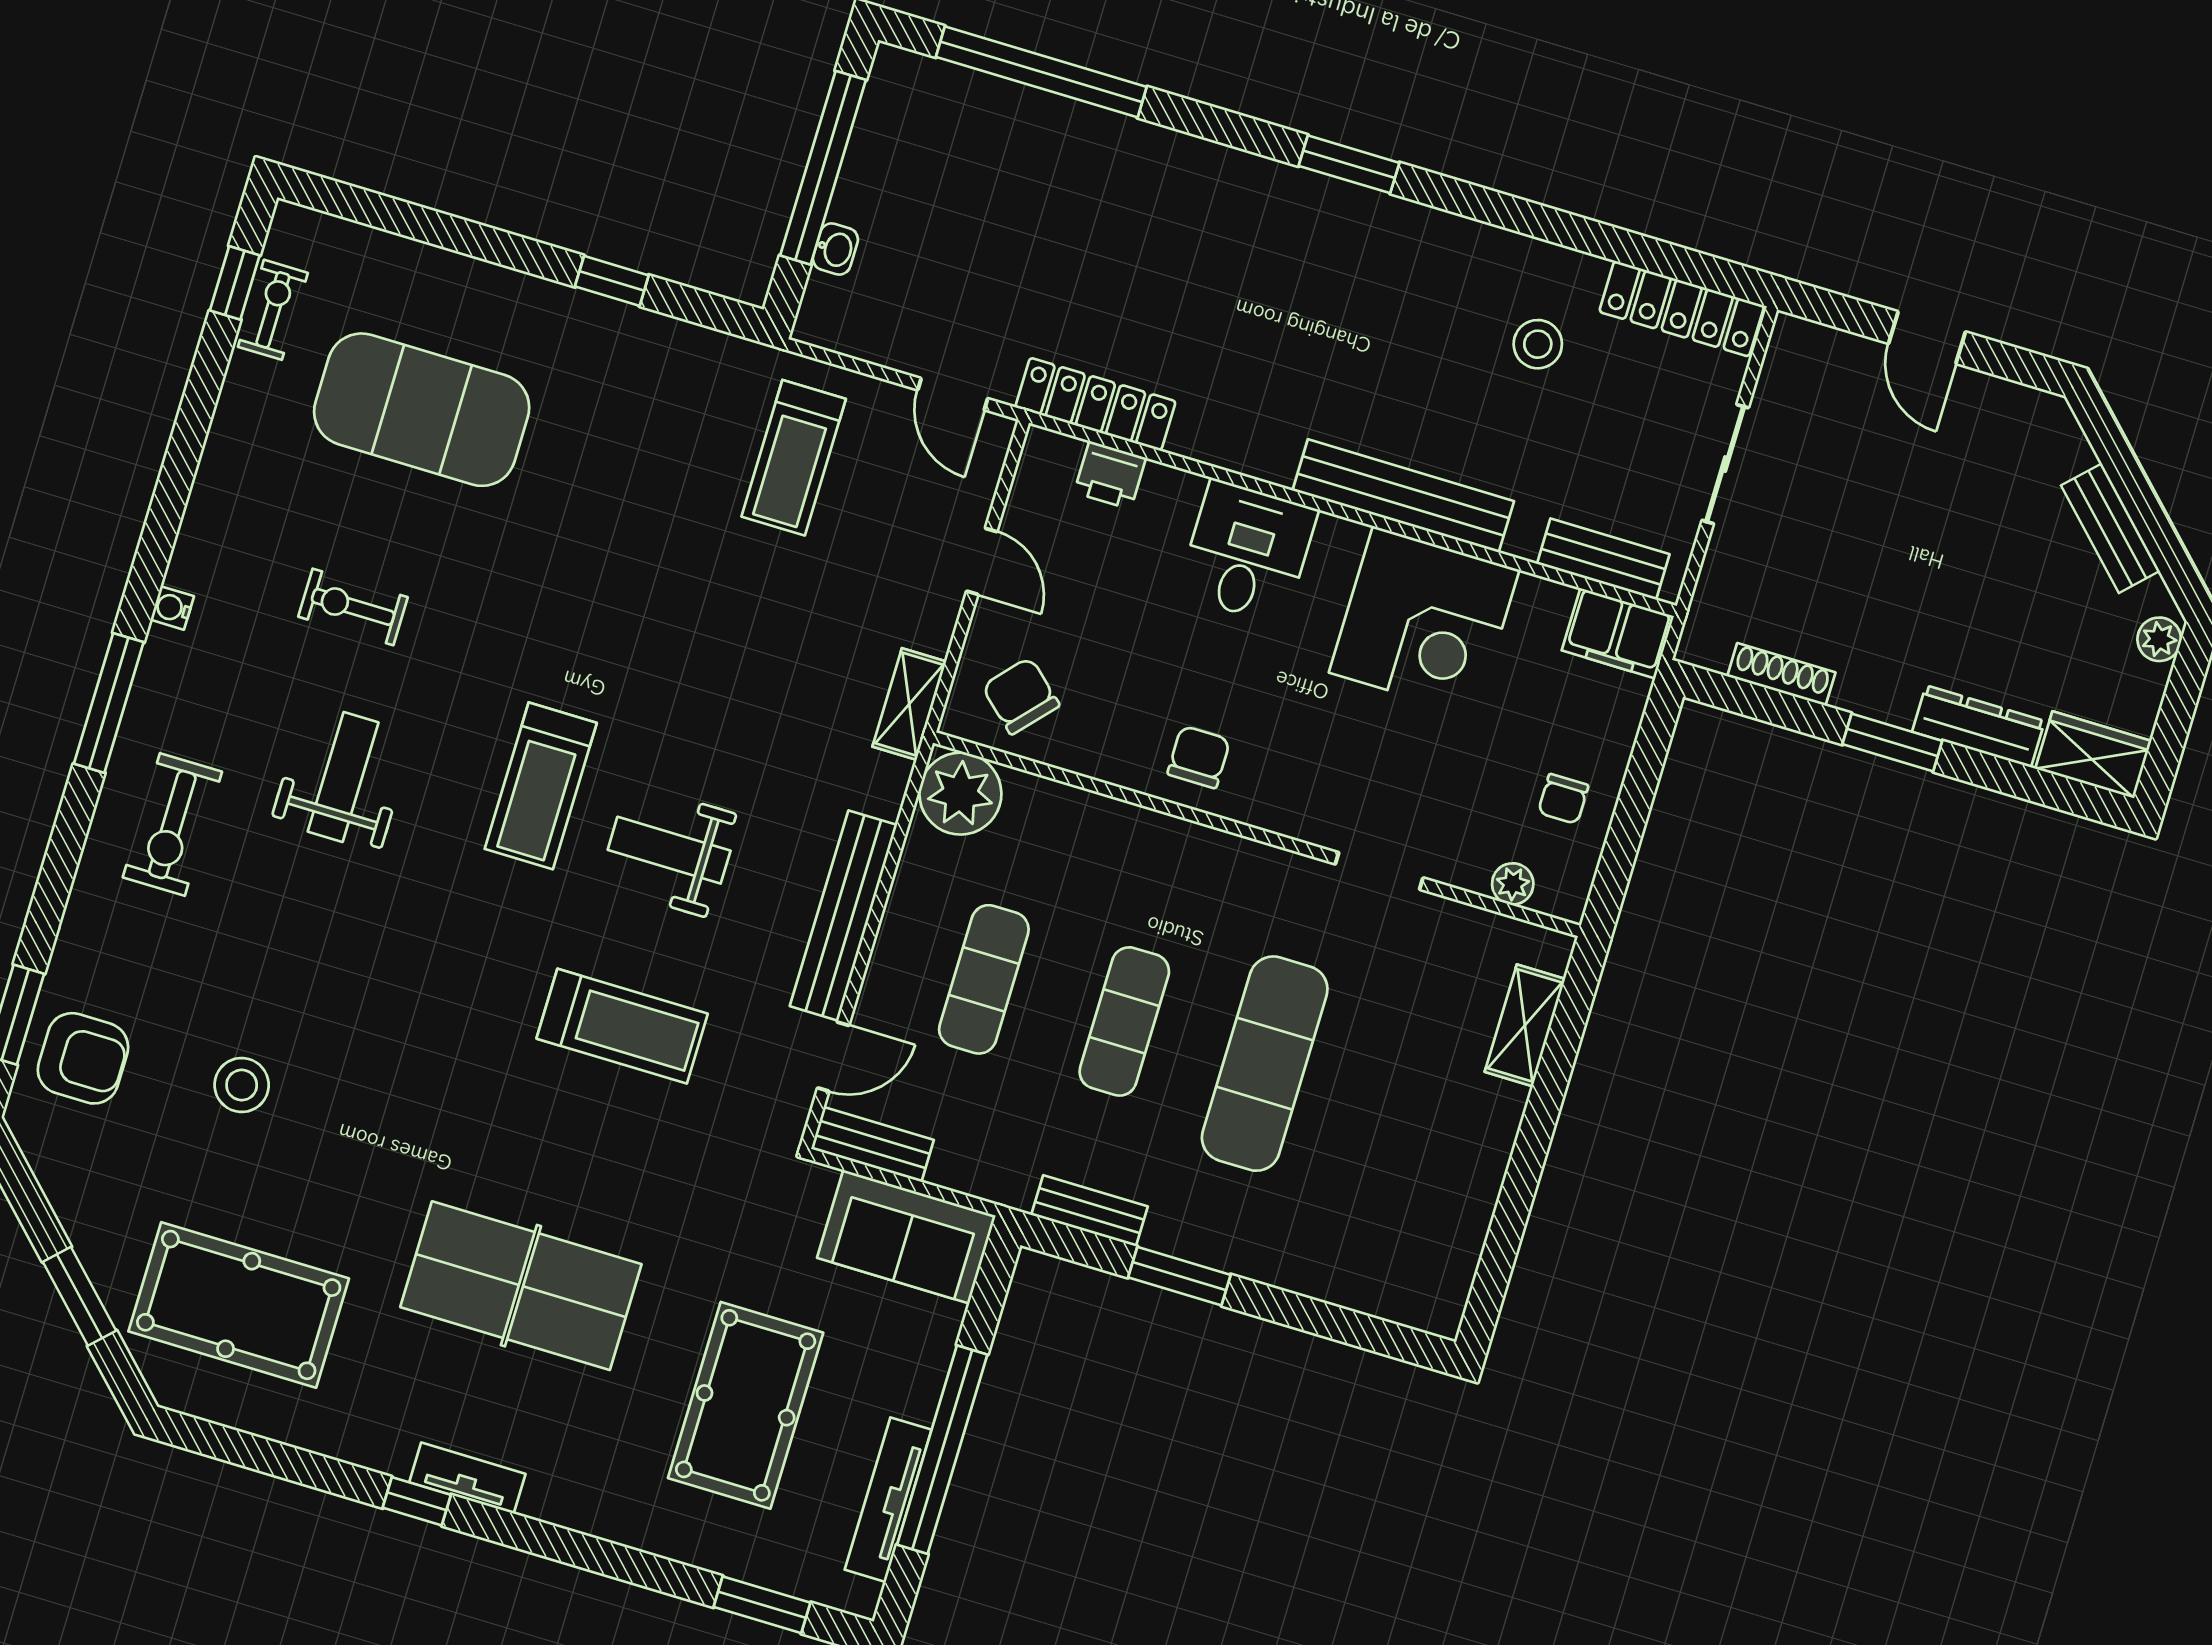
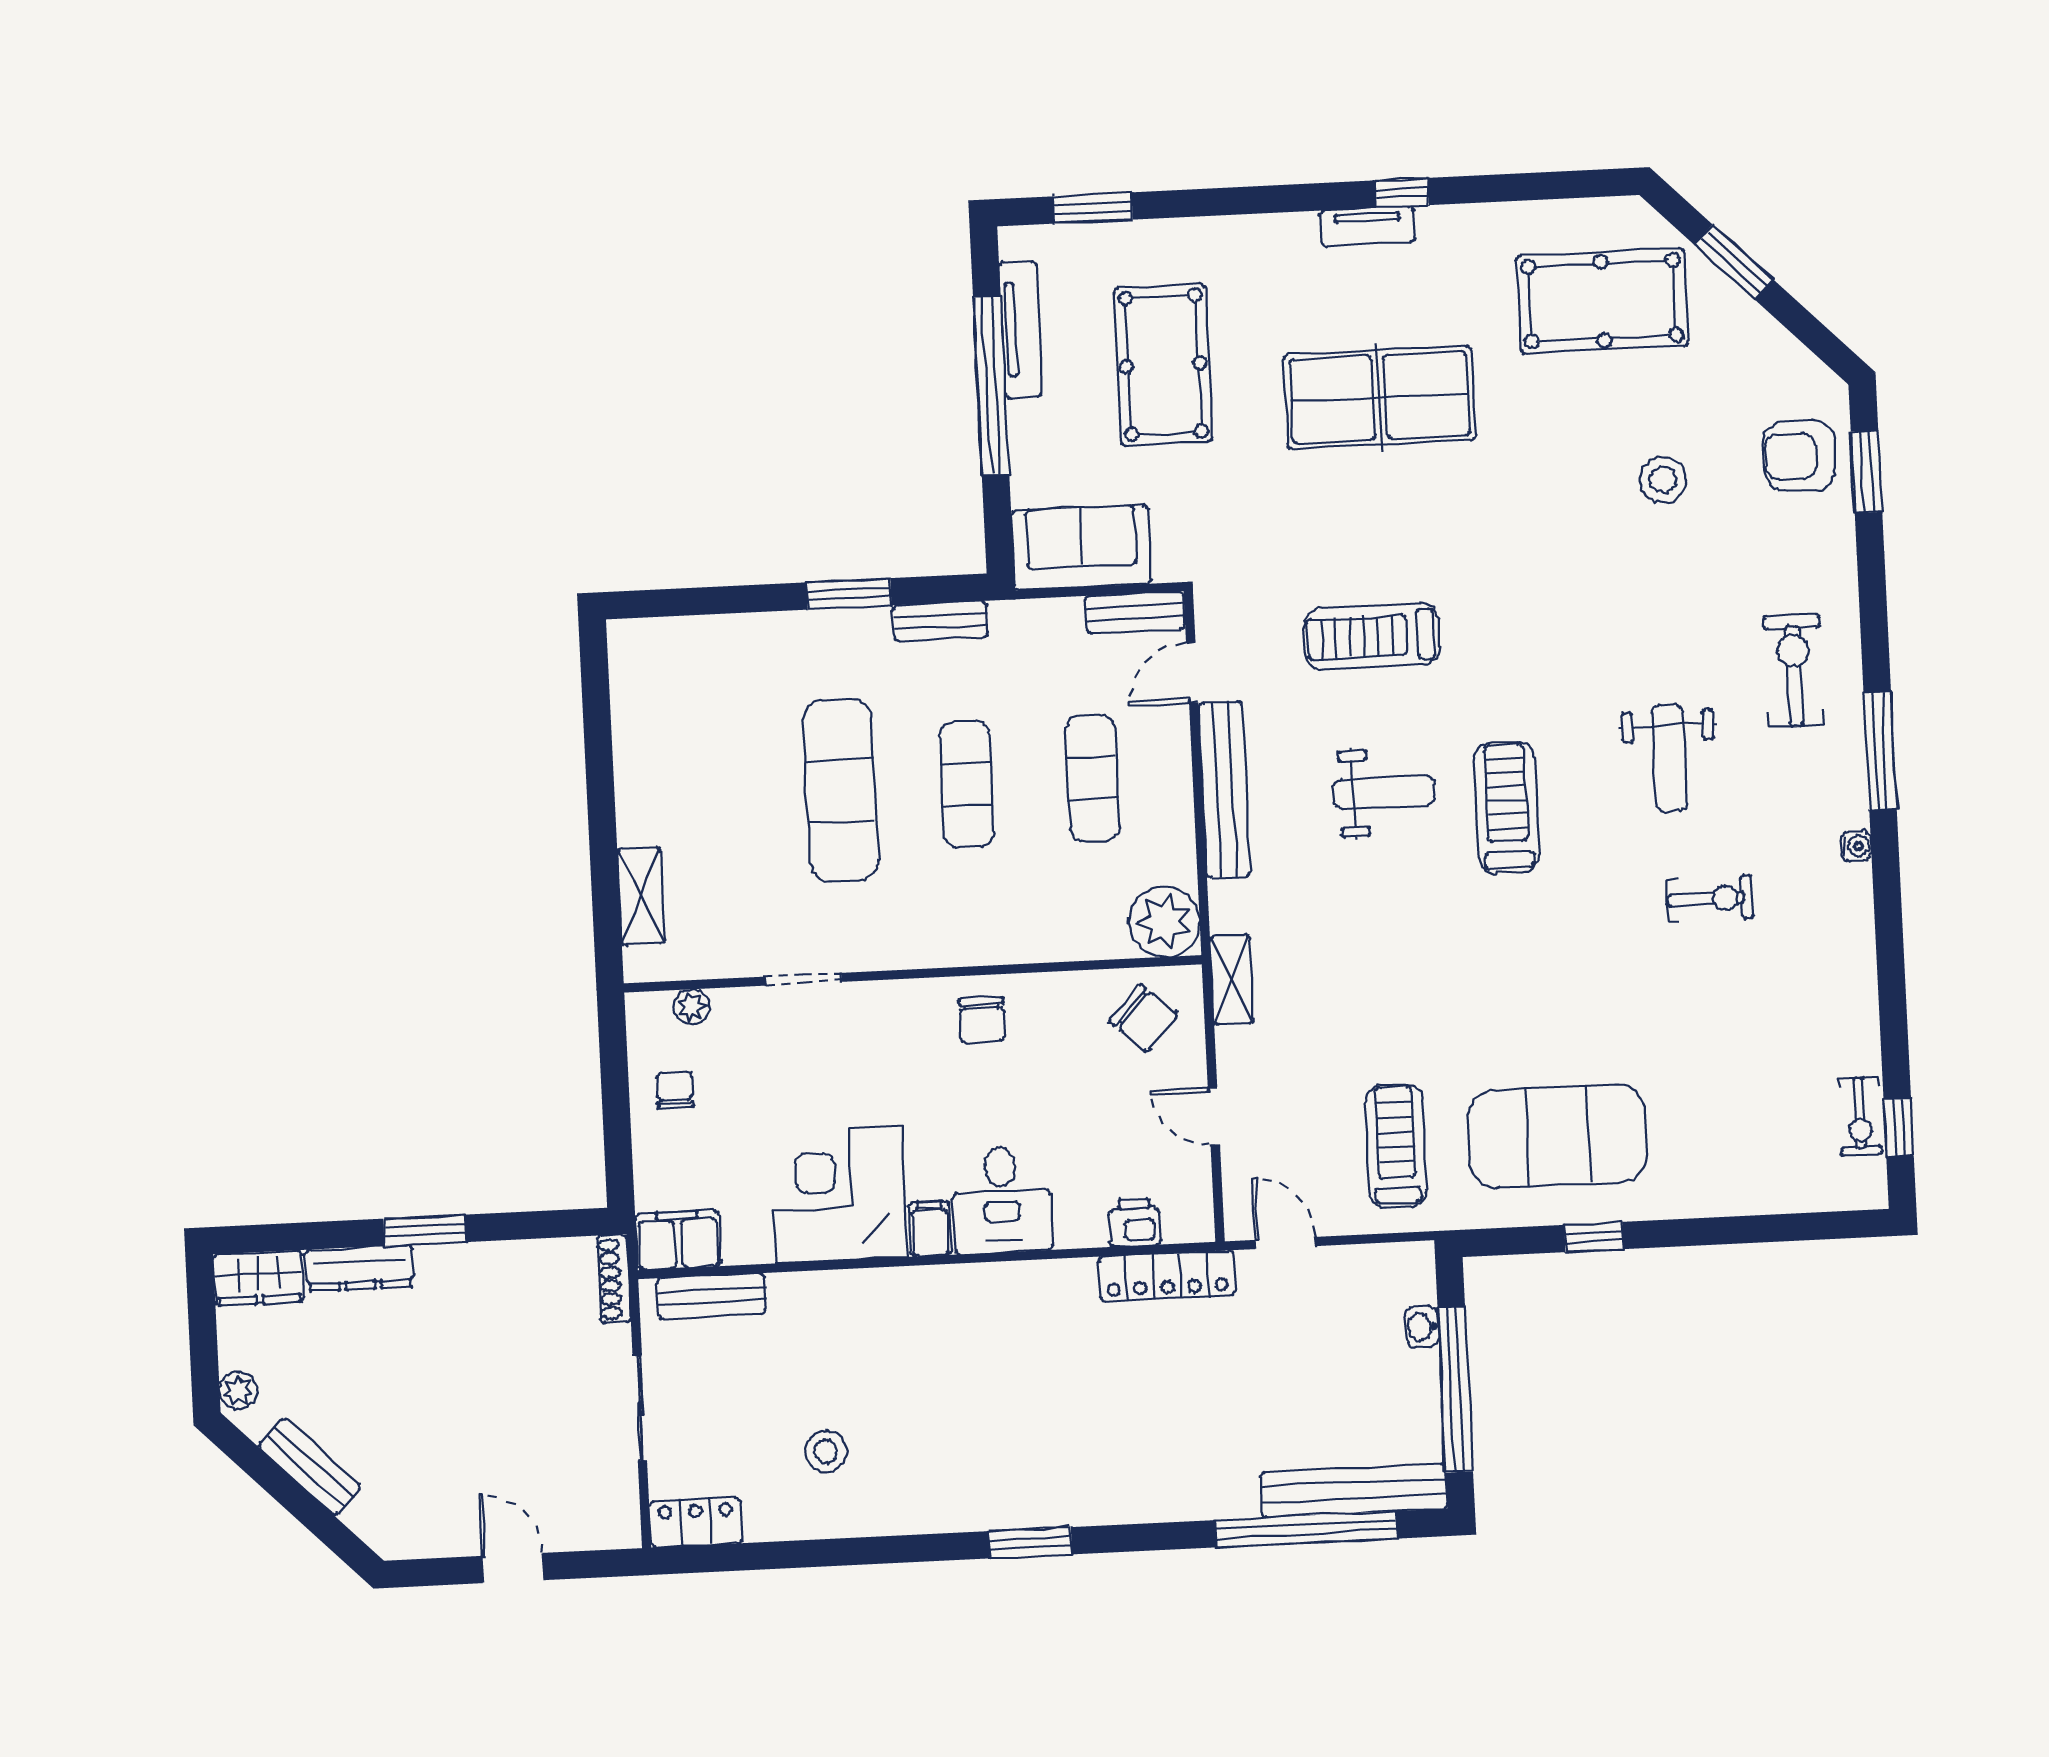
locker: (1682, 309) -> (696, 1522), width x0.66
exercise mat: (422, 410) -> (1557, 1136), moved
bench: (1403, 496) -> (1354, 1490), moved
filing cabinet: (1337, 548) -> (930, 1229), added
shoe rack: (1781, 674) -> (614, 1279), moved, turned 90

